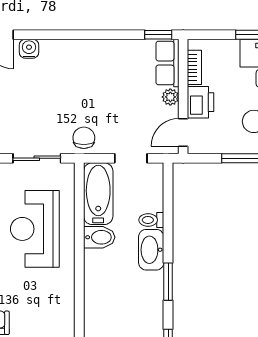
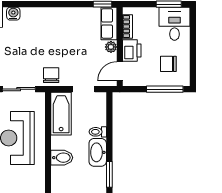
bidet: (99, 237) -> (62, 158), moved

